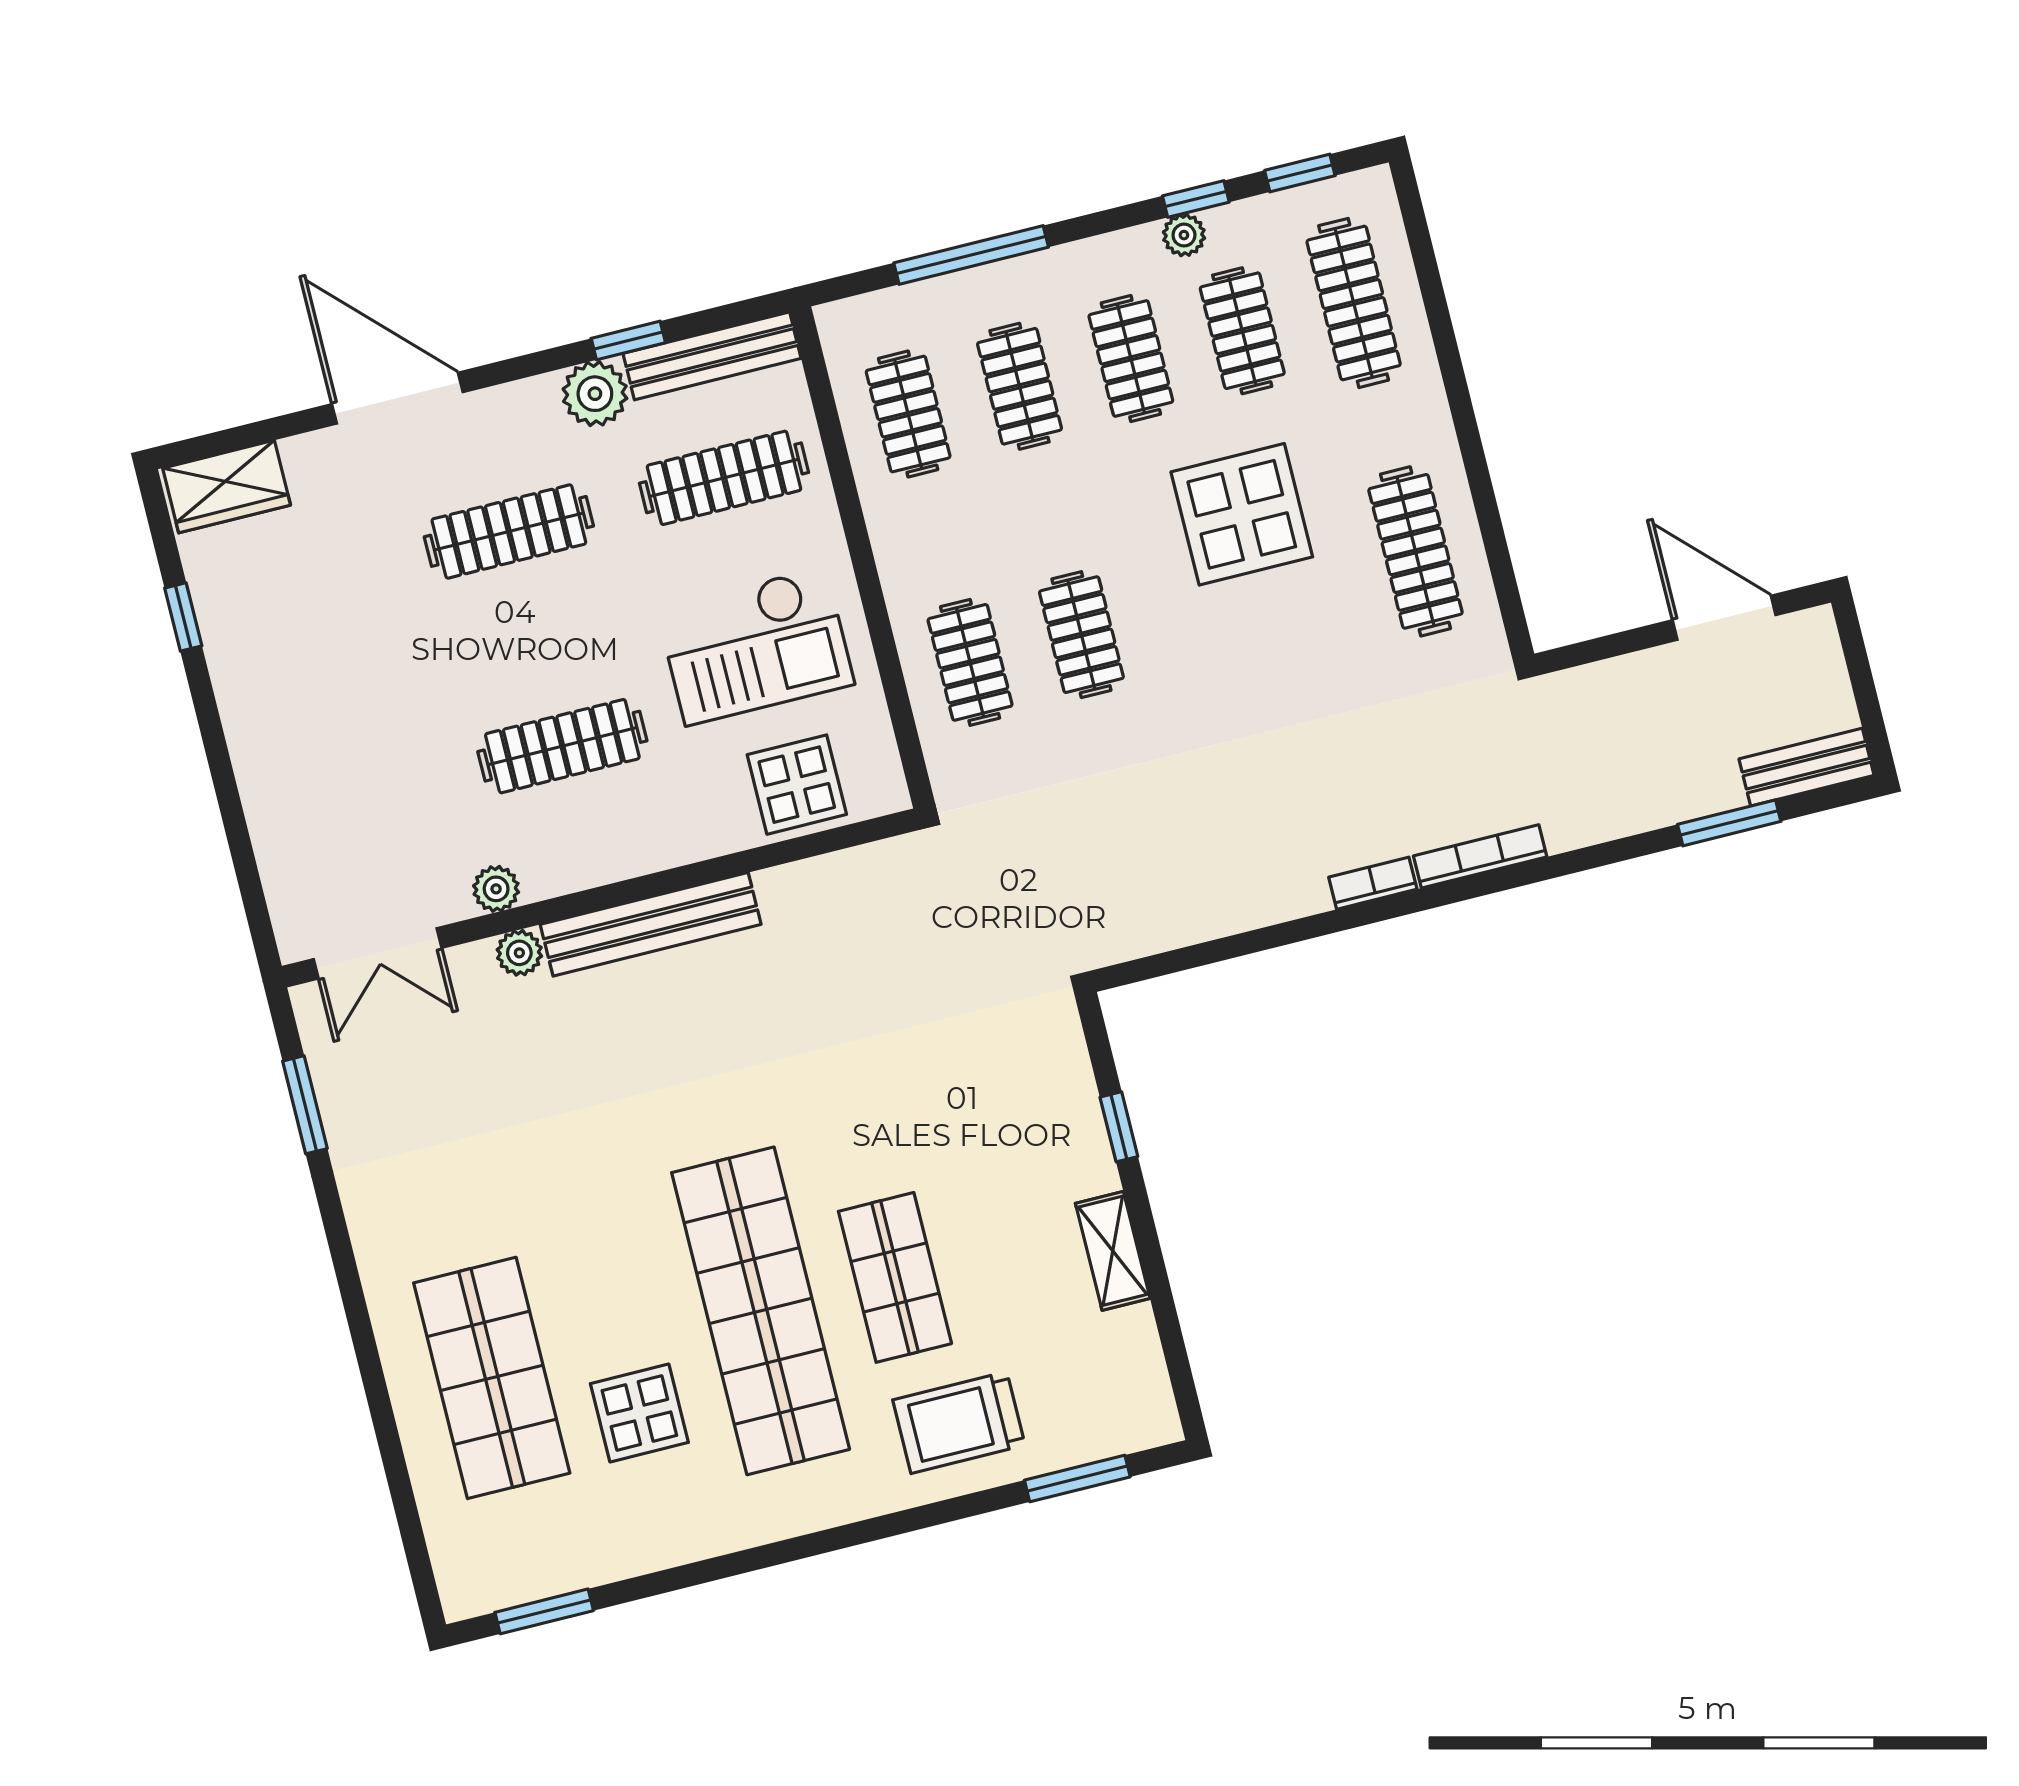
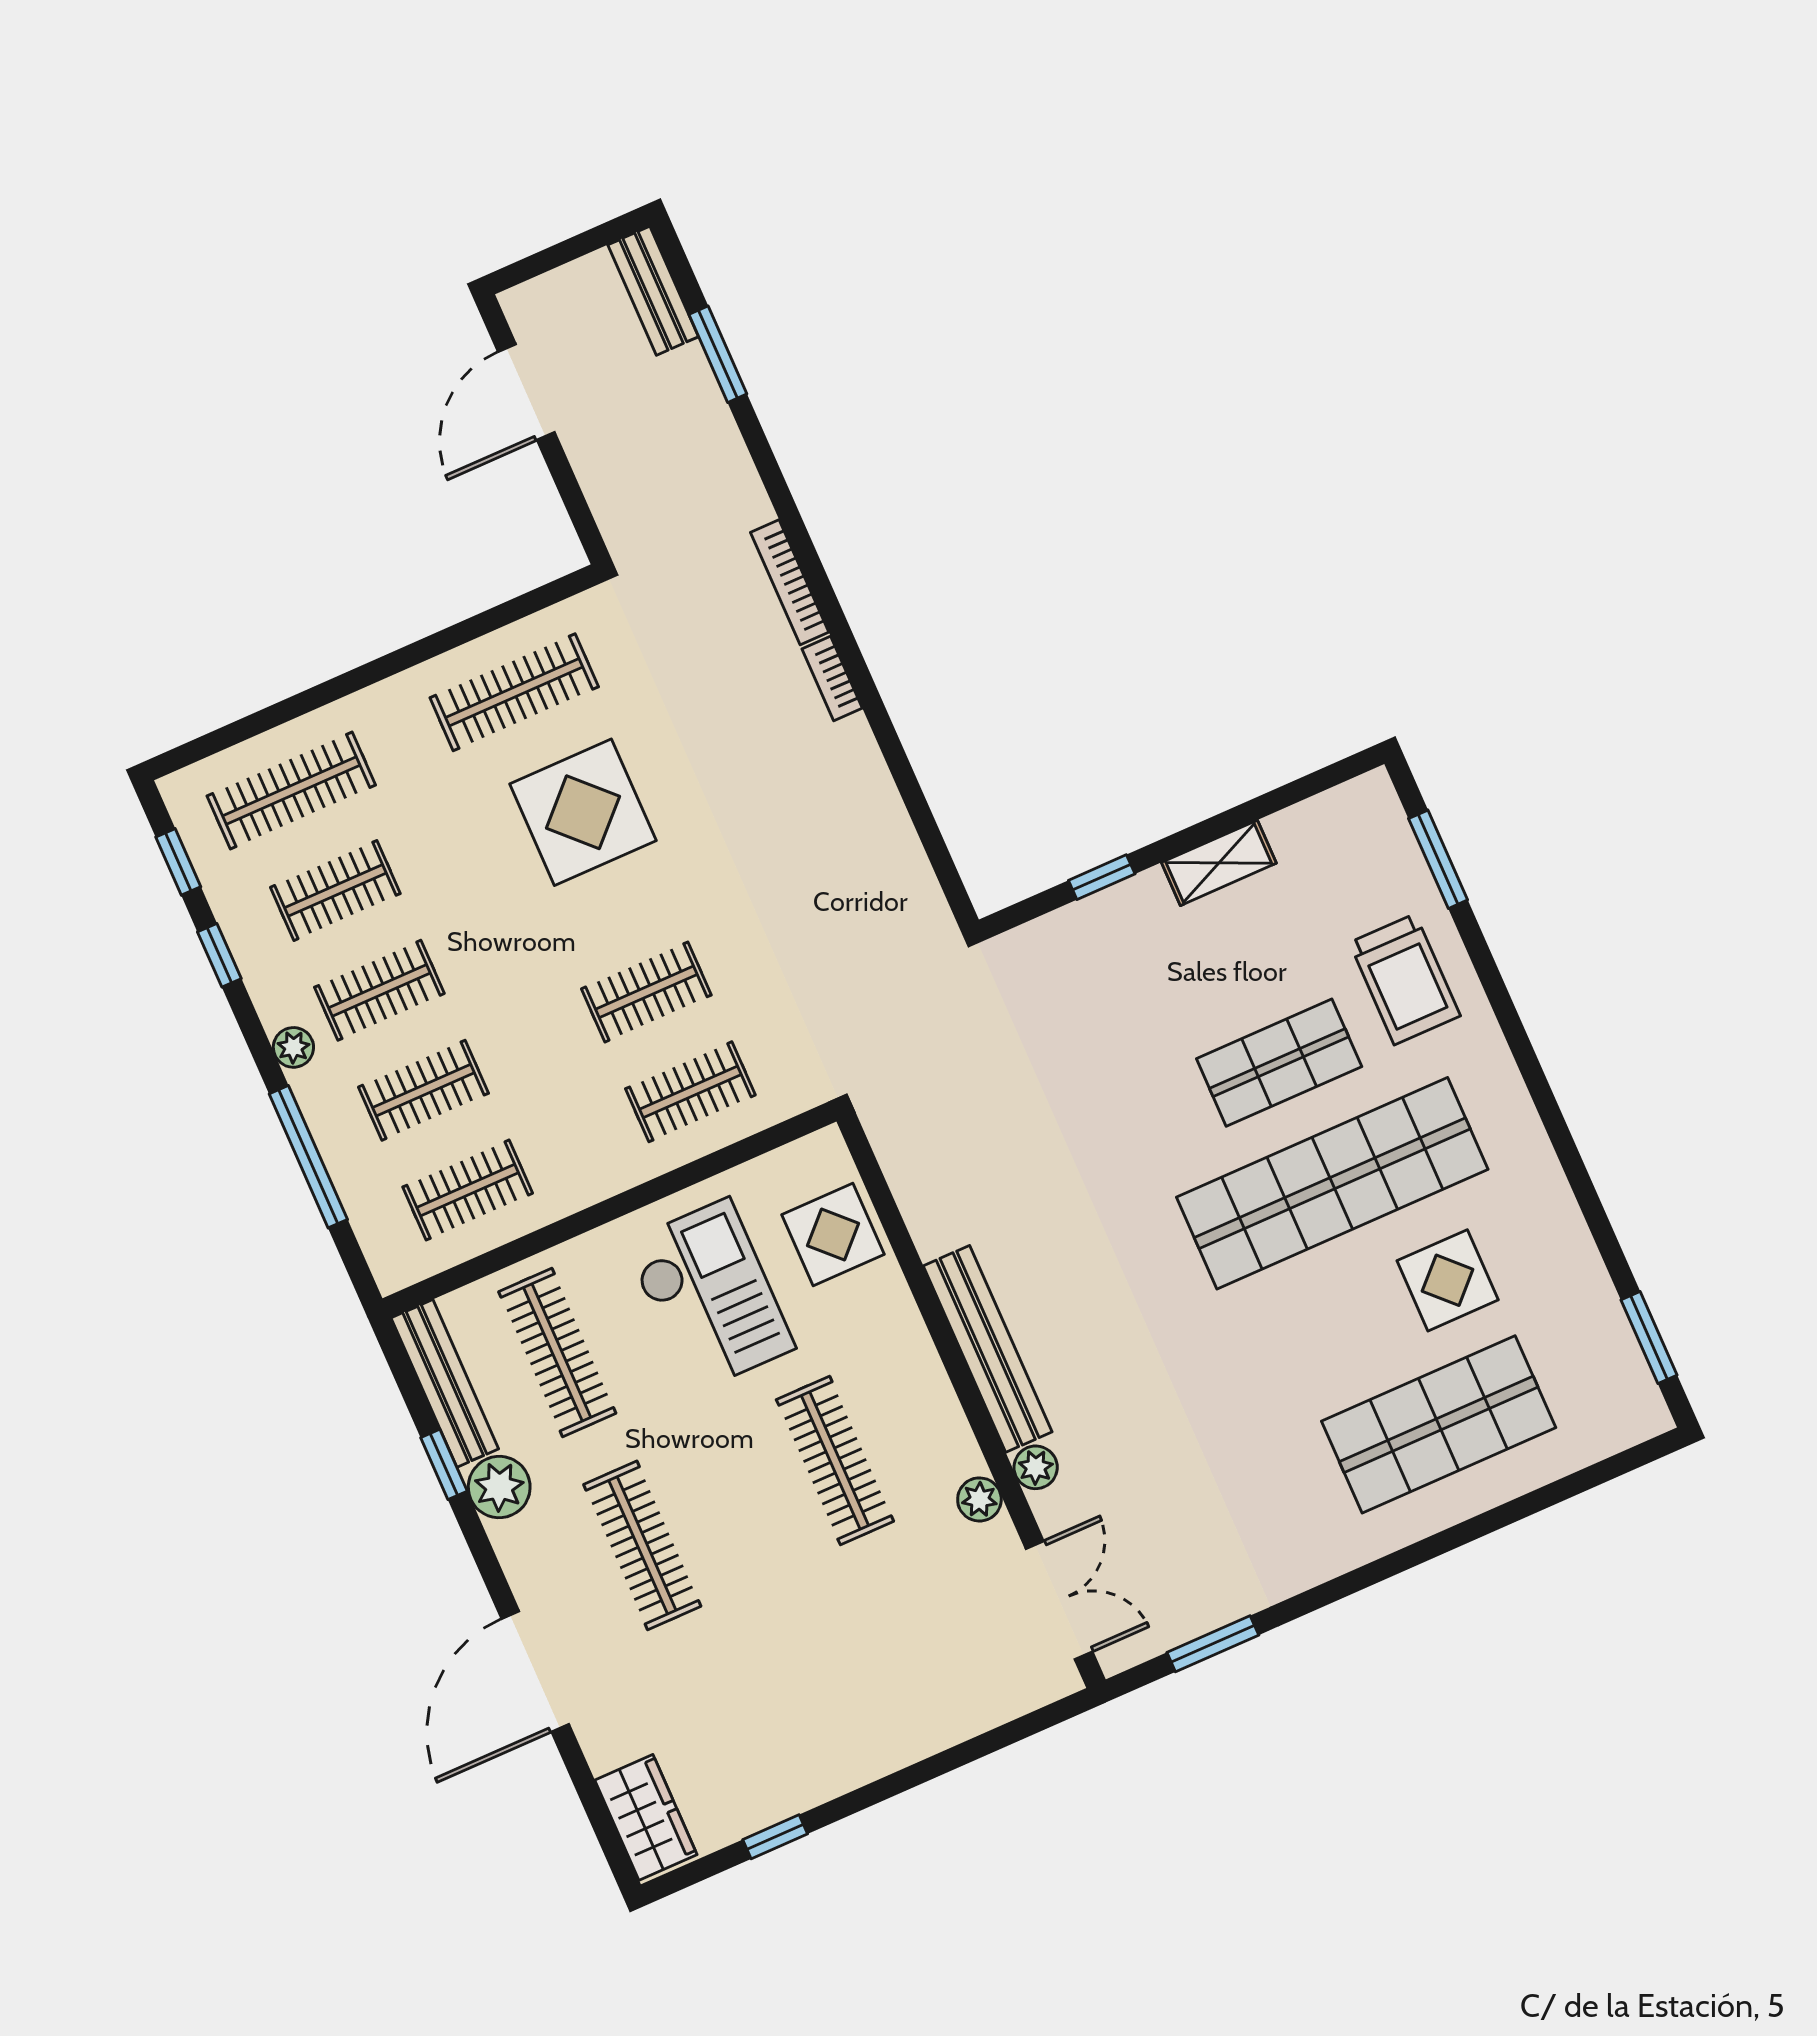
plant: (1184, 235) -> (293, 1047), moved
display table: (1242, 514) -> (583, 812), moved

